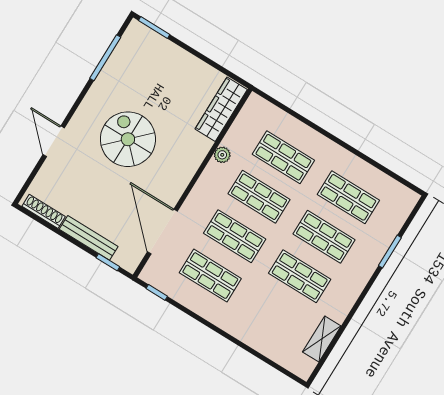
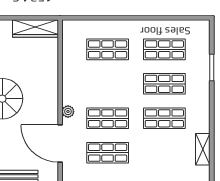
wardrobe: (221, 109) -> (36, 28), moved, turned -90
plant: (222, 155) -> (68, 112), moved
shop shelf: (259, 197) -> (108, 84), removed

